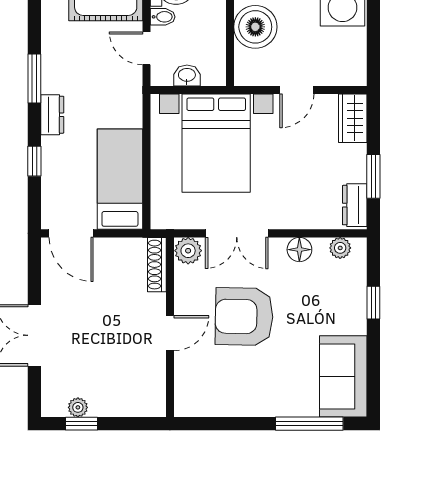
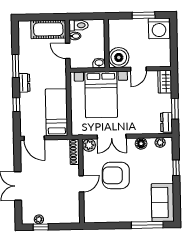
boiler: (255, 27) -> (119, 57), moved
washbasin: (187, 75) -> (99, 63), moved

